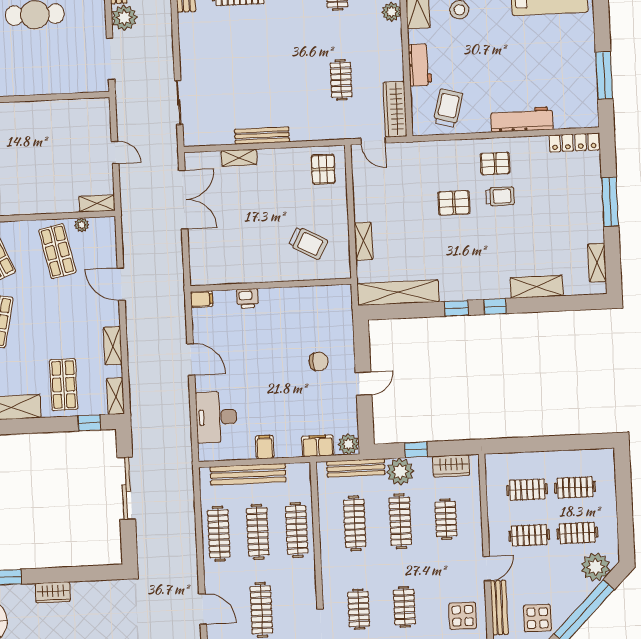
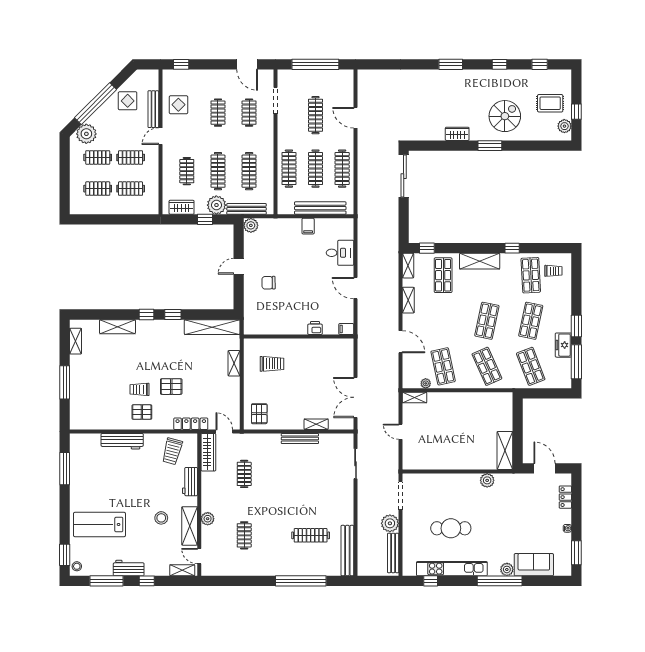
locker: (574, 143) -> (191, 424), moved
trolley: (308, 243) -> (272, 364), turned 152
desk: (216, 417) -> (340, 253), width x0.73
filing cabinet: (318, 446) -> (272, 225), removed
sliding door: (126, 488) -> (404, 176), moved

